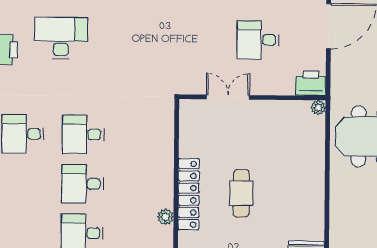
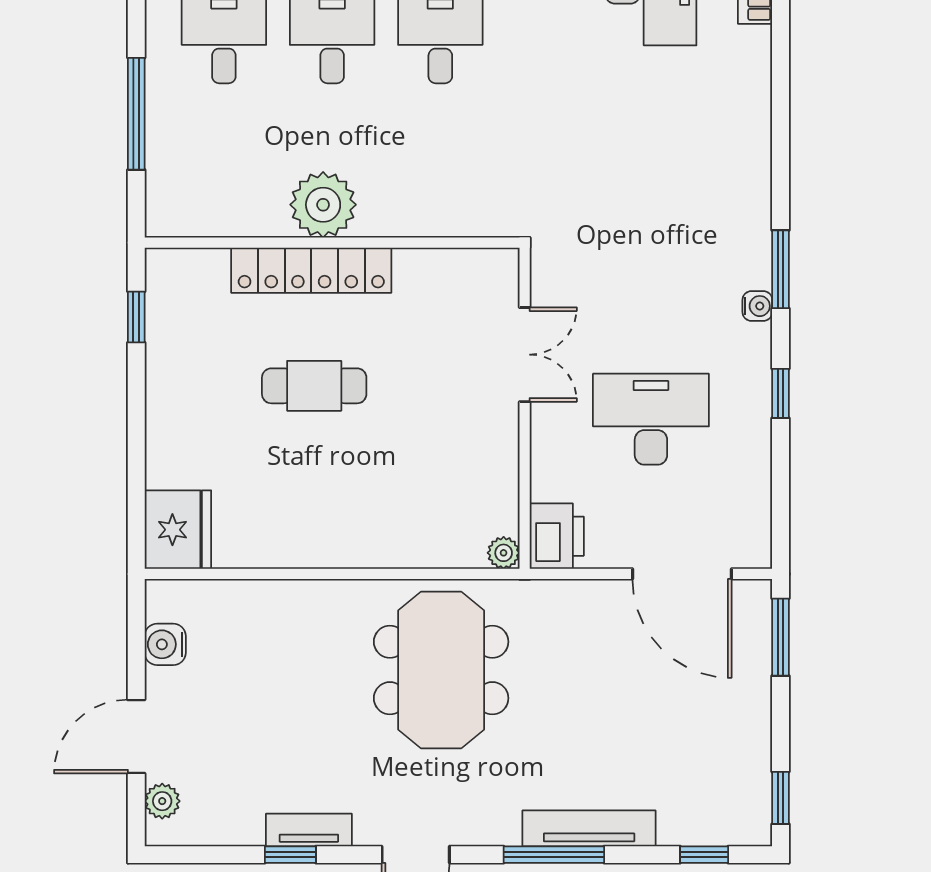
desk: (258, 40) -> (651, 419), width x1.37
plant: (165, 217) -> (323, 205), moved, width x1.87, depth x1.87

